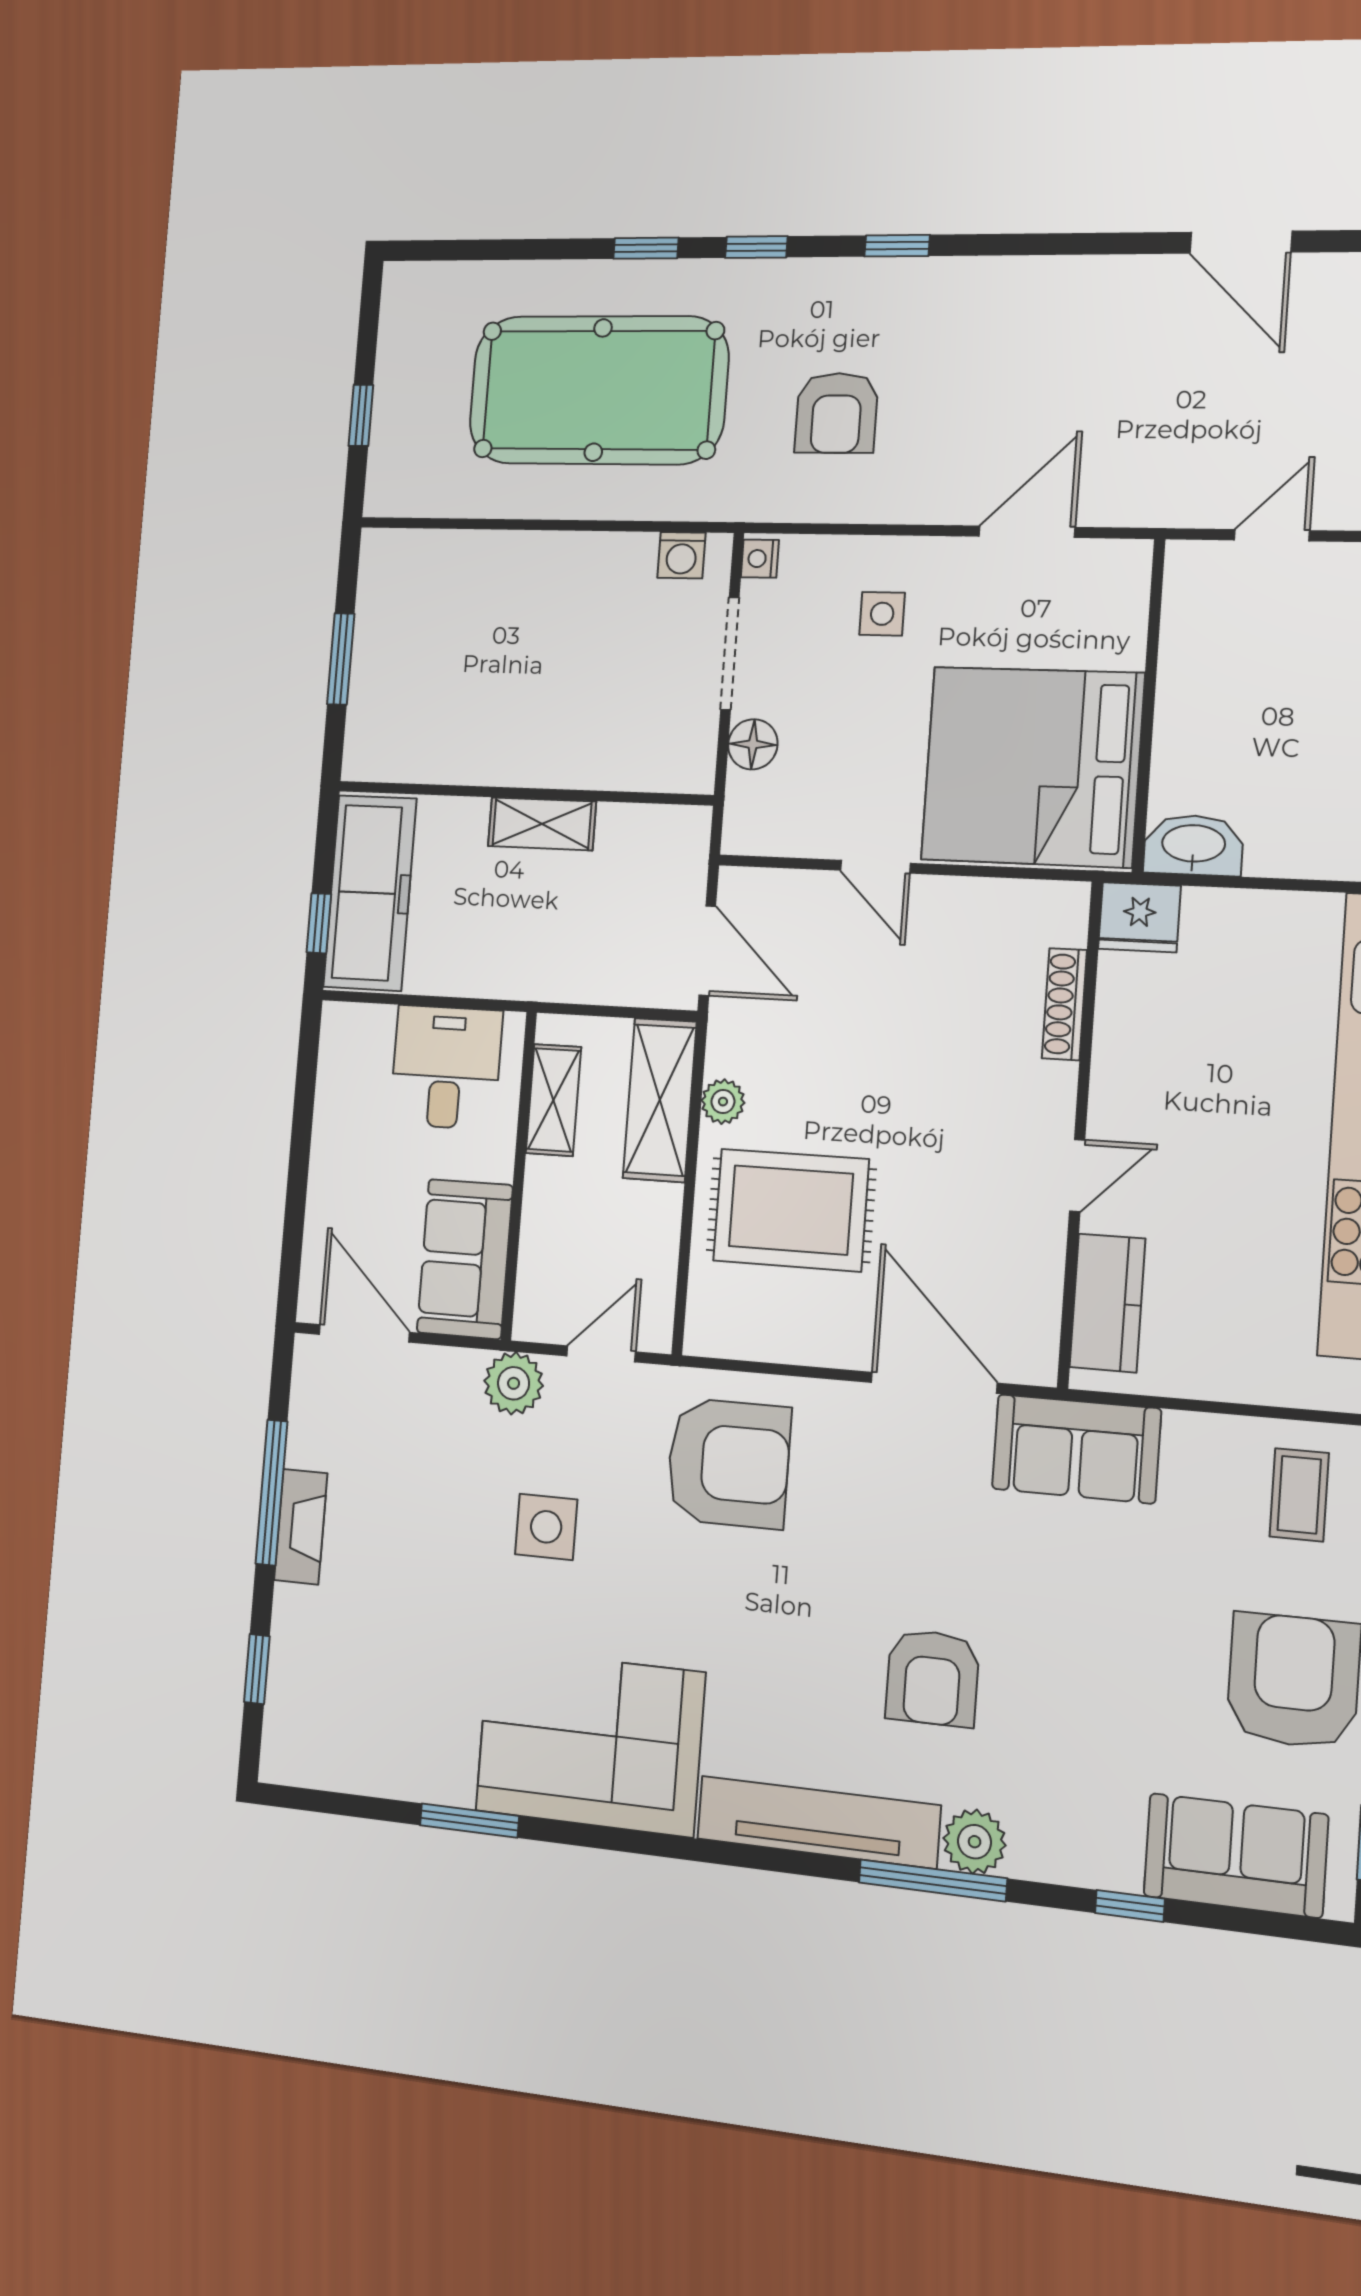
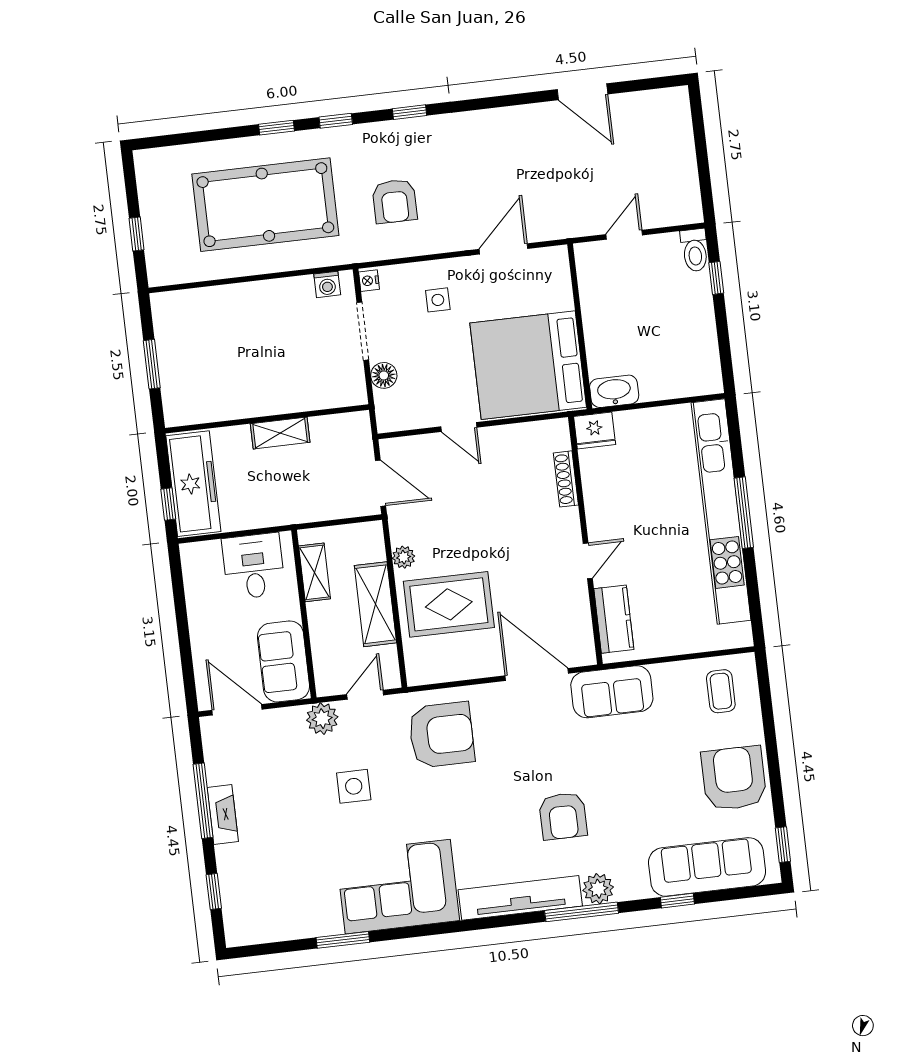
shelving: (660, 1100) -> (375, 604), moved
sofa: (1236, 1855) -> (707, 867), width x1.36

